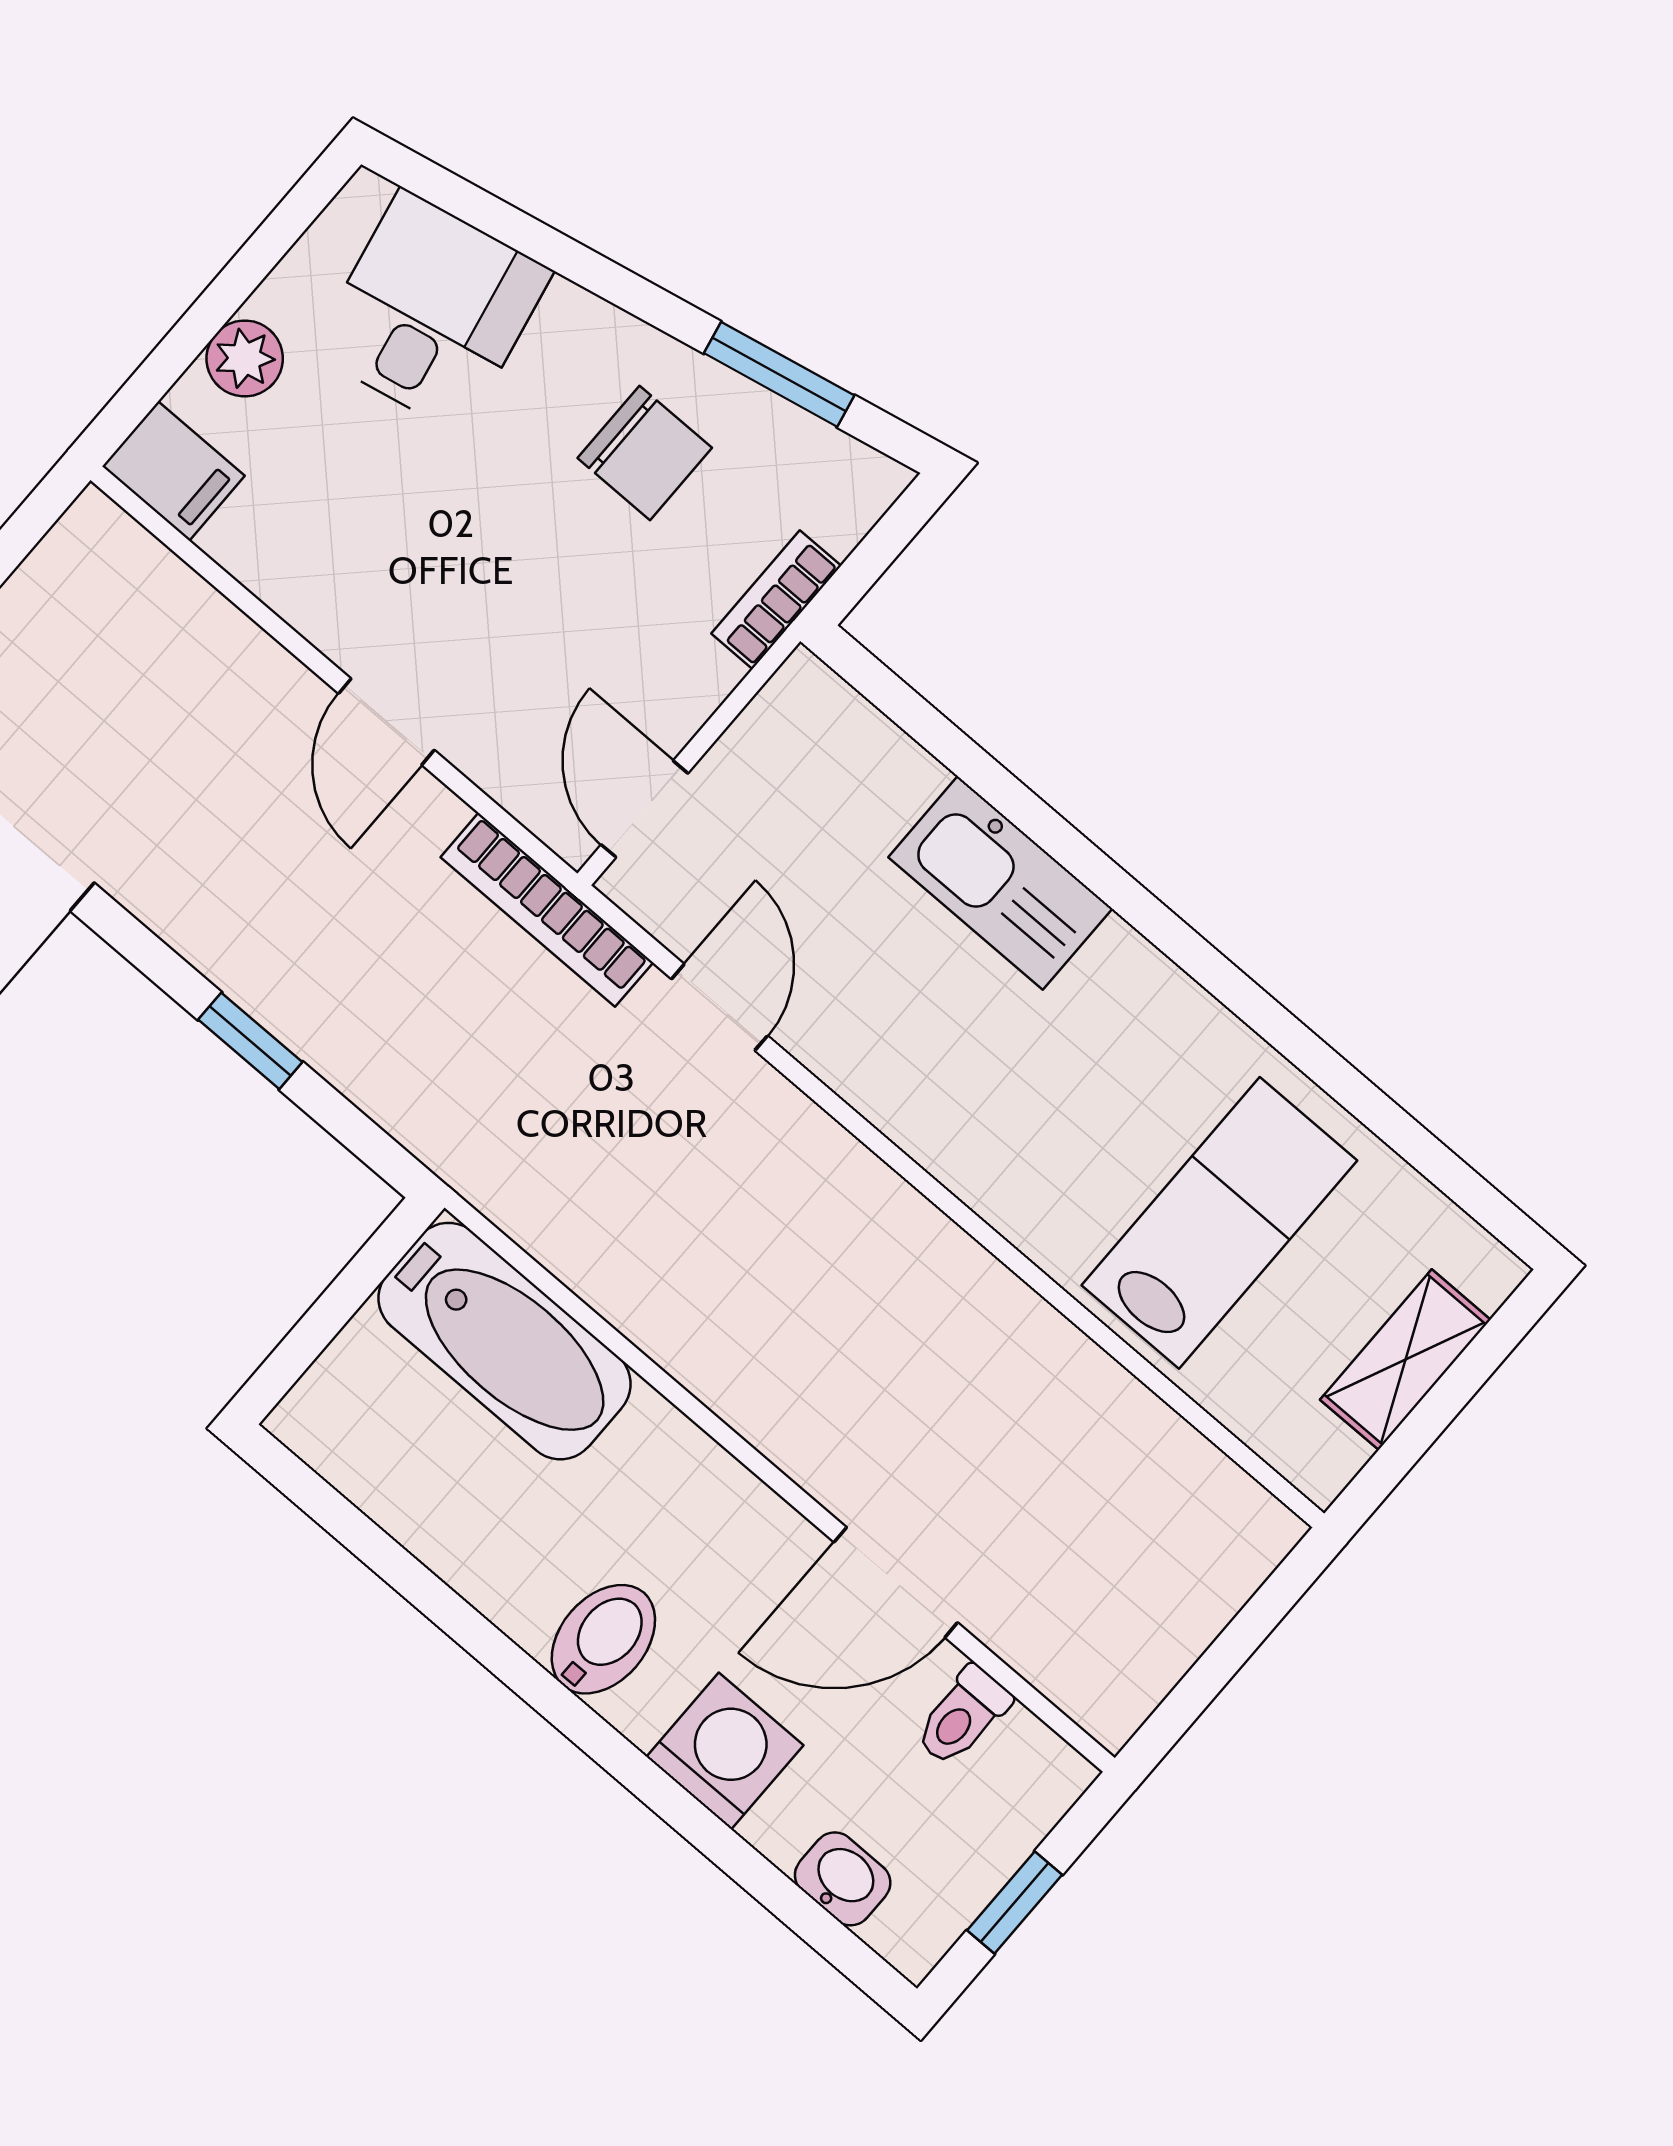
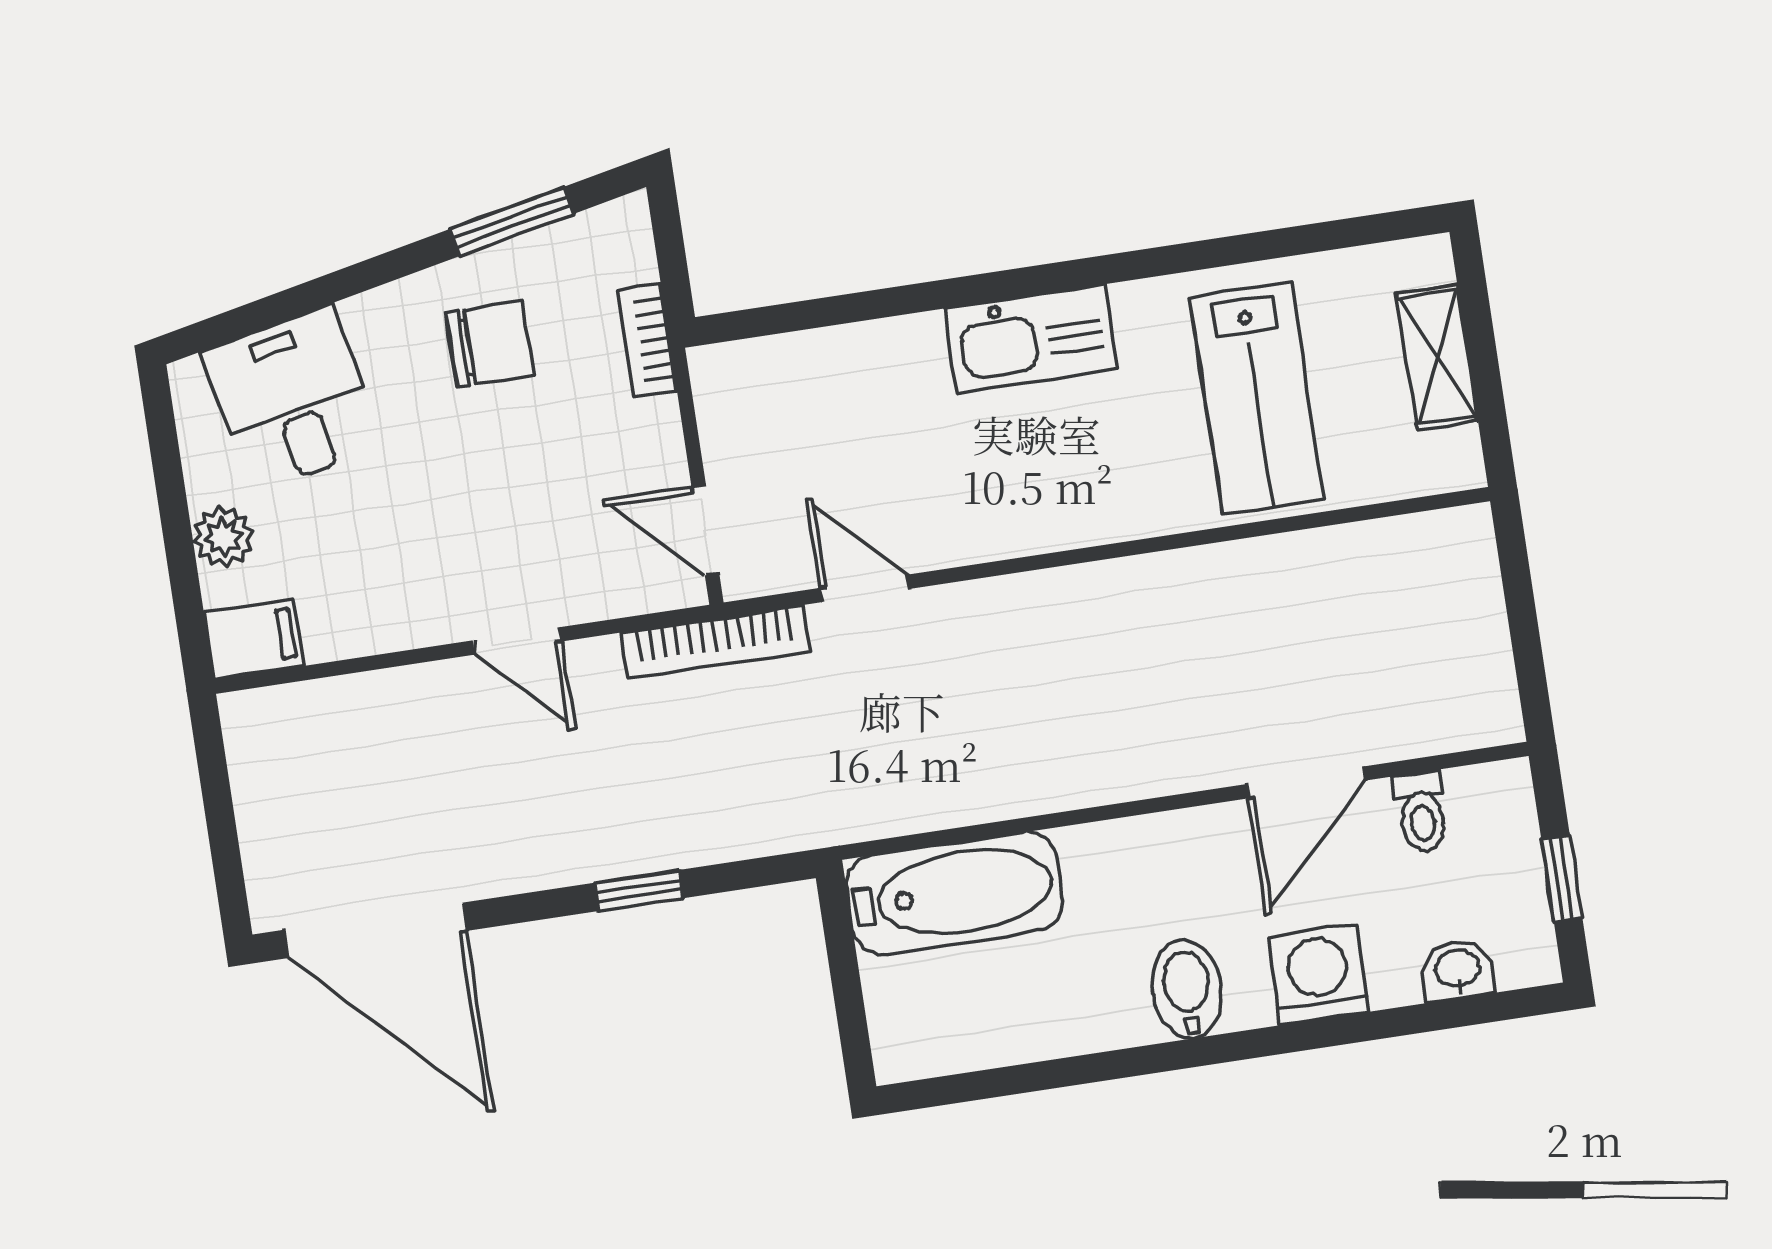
kitchen sink: (1000, 883) -> (1031, 339), moved
lab bench: (1219, 1223) -> (1257, 398), turned 180

